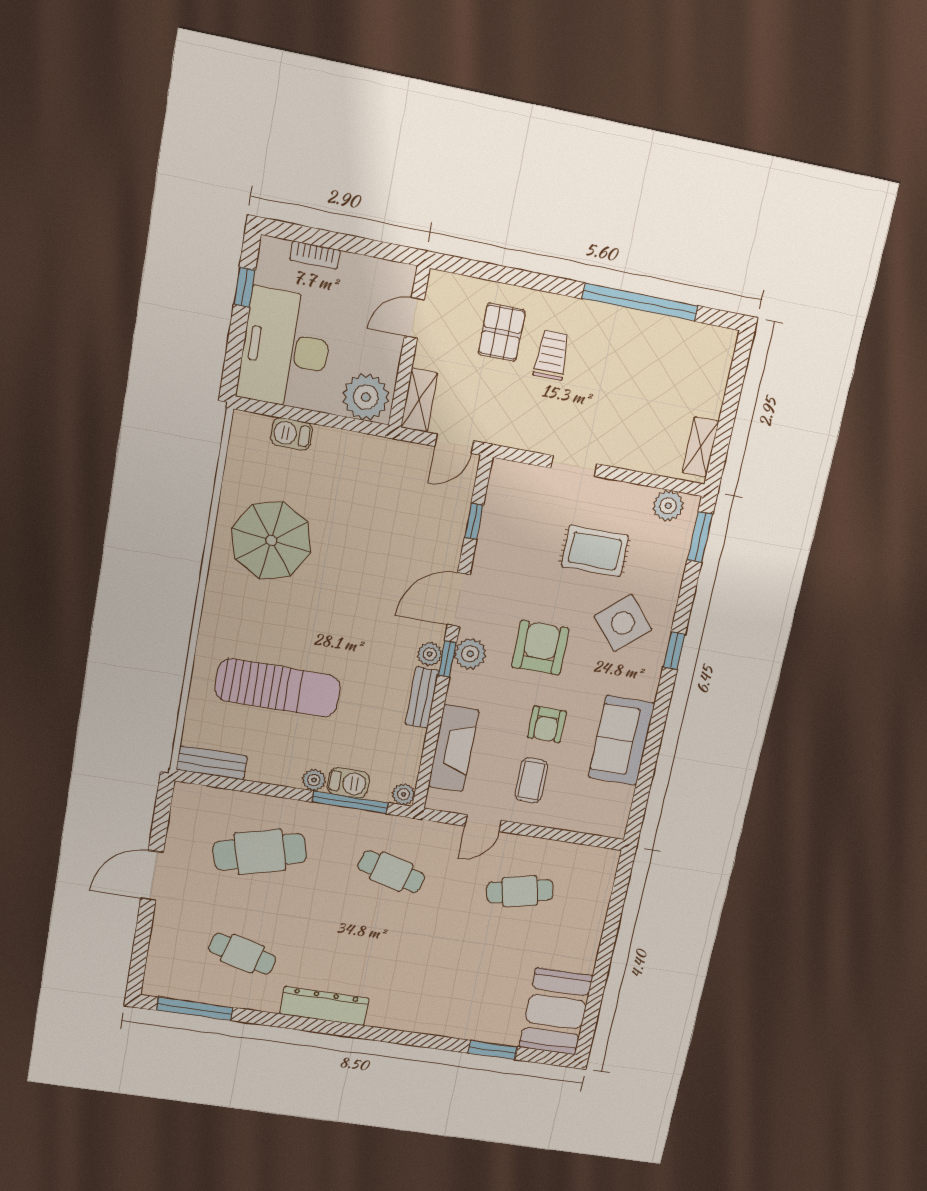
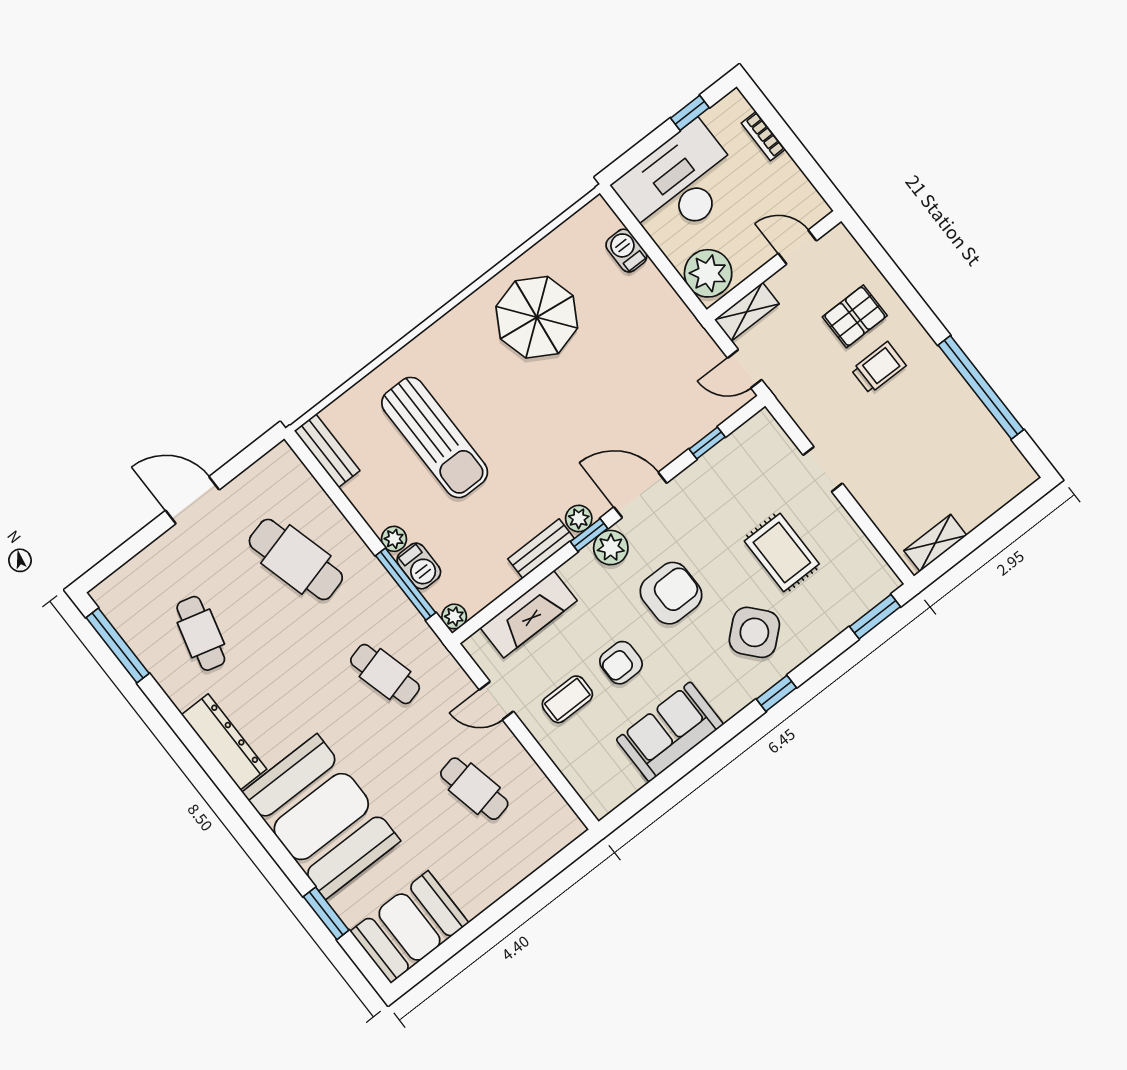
plant: (668, 506) -> (871, 568), removed
cafe table: (391, 872) -> (385, 674), turned -30
booth: (433, 996) -> (321, 817), added

